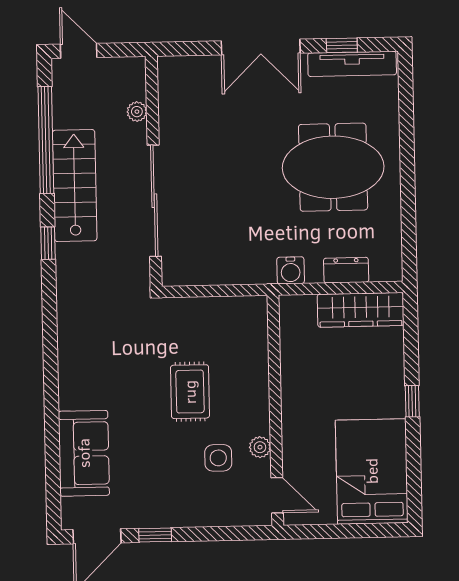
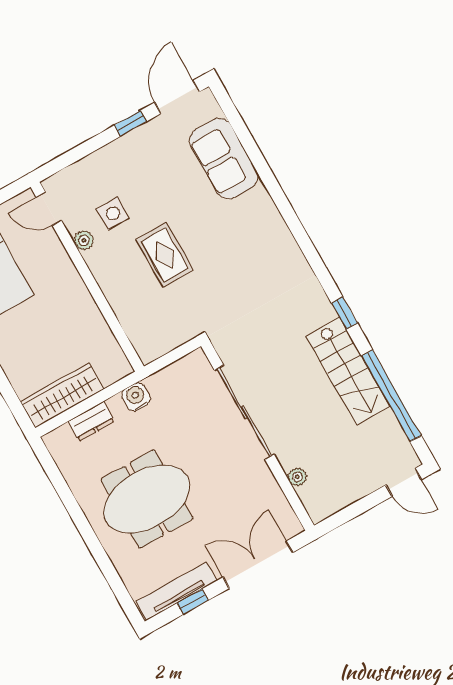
plant: (137, 112) -> (297, 477), moved
wall: (154, 171) -> (258, 436), moved
sliding door: (154, 201) -> (244, 412), moved

